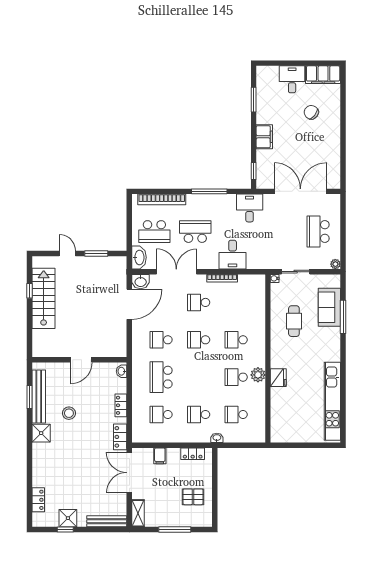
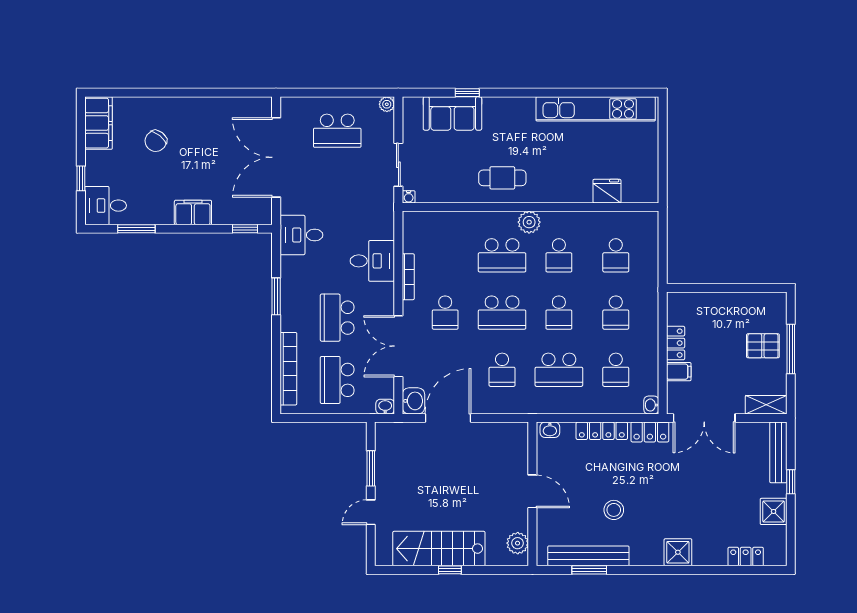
window: (287, 63) -> (81, 178), added
desk: (292, 79) -> (106, 206), moved
window: (209, 191) -> (276, 296), width x0.69
school desk: (154, 232) -> (337, 380), turned 180
washbasin: (139, 257) -> (385, 407), width x0.52, depth x0.69
window: (30, 291) -> (450, 570), moved
door: (129, 304) -> (448, 418), hinge flipped
window: (343, 317) -> (467, 93), width x0.46
cafe table: (294, 321) -> (502, 178), moved
school desk: (199, 340) -> (502, 313), width x1.85
school desk: (236, 340) -> (502, 255), width x1.85
plant: (47, 350) -> (518, 543), added
plant: (258, 375) -> (529, 222), moved
school desk: (199, 377) -> (559, 313), added
fridge: (278, 378) -> (607, 191), moved
locker: (121, 405) -> (602, 431), width x1.53
shower: (41, 433) -> (678, 552), moved
washbasin: (217, 438) -> (651, 405), moved
locker: (193, 454) -> (676, 343), moved
pallet: (193, 497) -> (763, 346), moved, turned 90
window: (65, 529) -> (791, 482), moved

